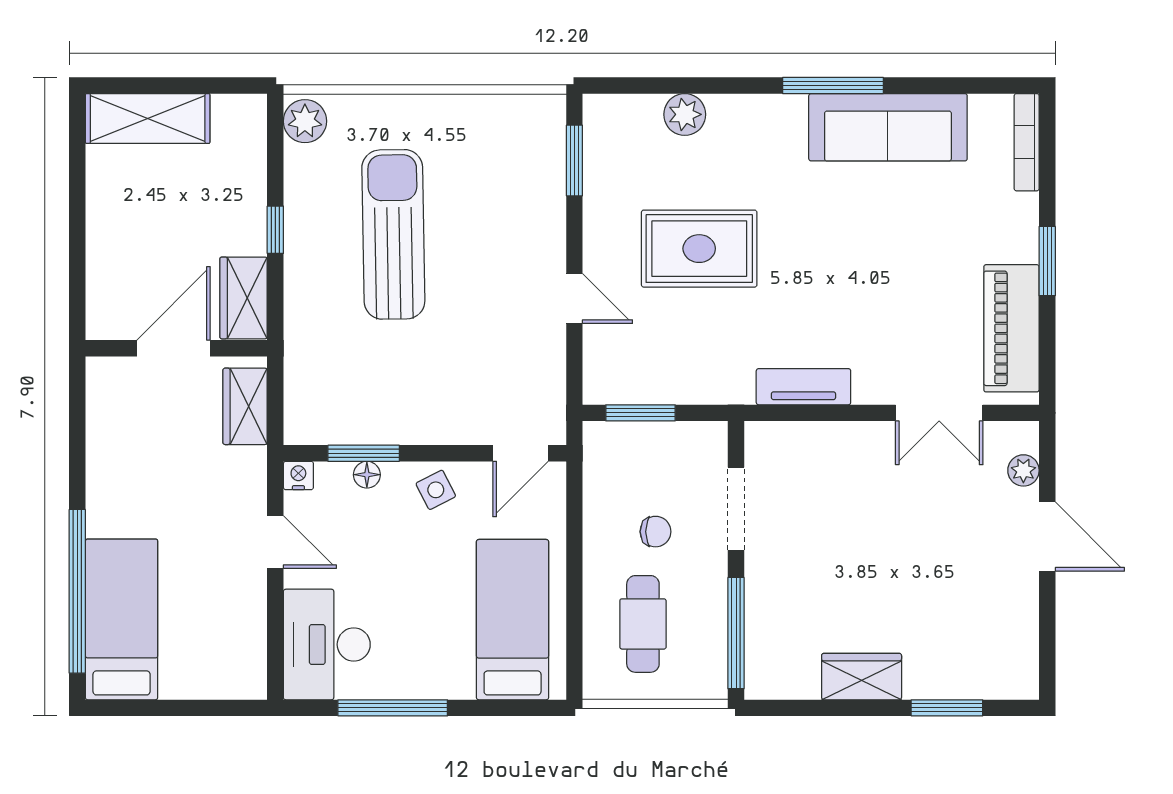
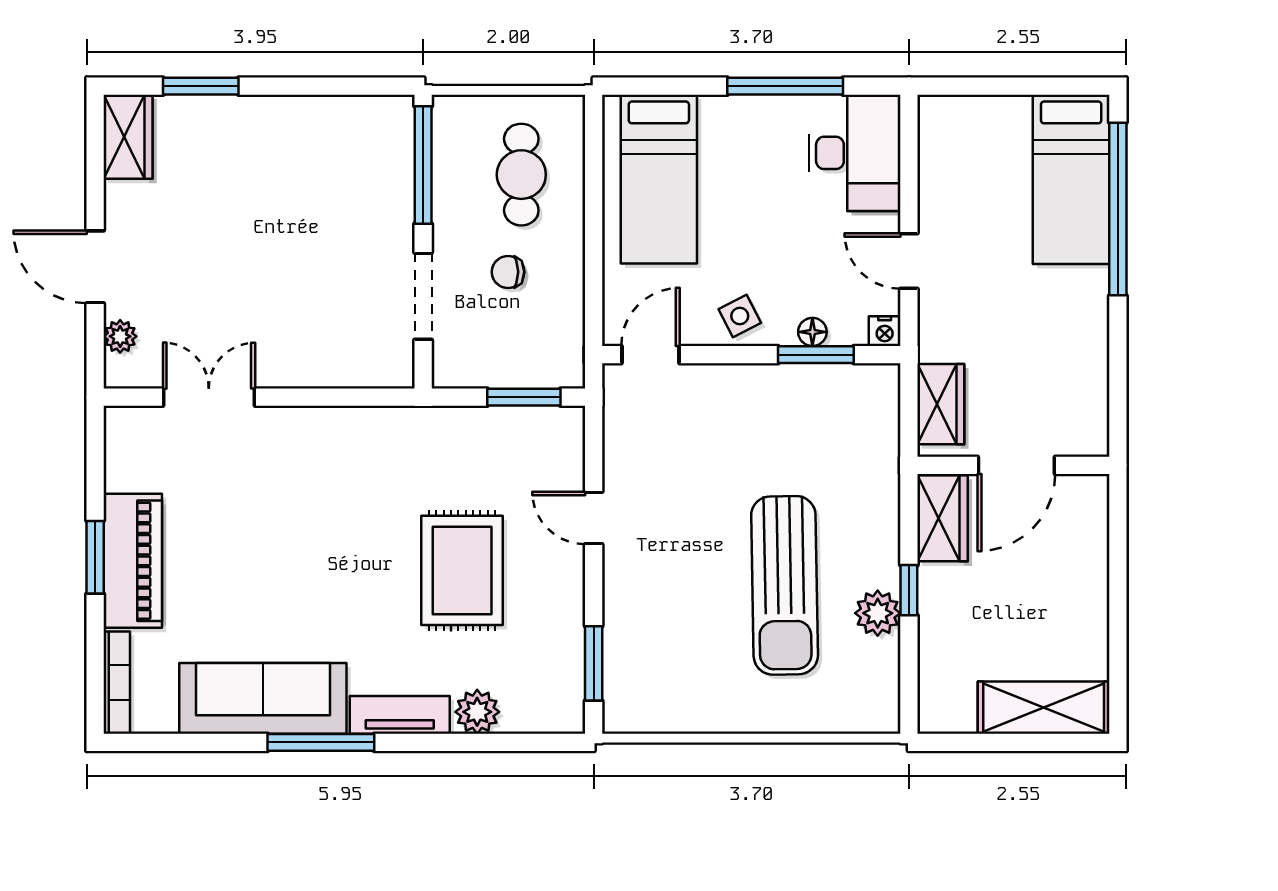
plant: (305, 121) -> (878, 613), moved
rug: (699, 249) -> (462, 570), turned 90
piano: (1011, 328) -> (133, 561), moved
tv unit: (803, 387) -> (400, 715), moved, turned 180
wardrobe: (862, 677) -> (128, 137), moved, turned -90

